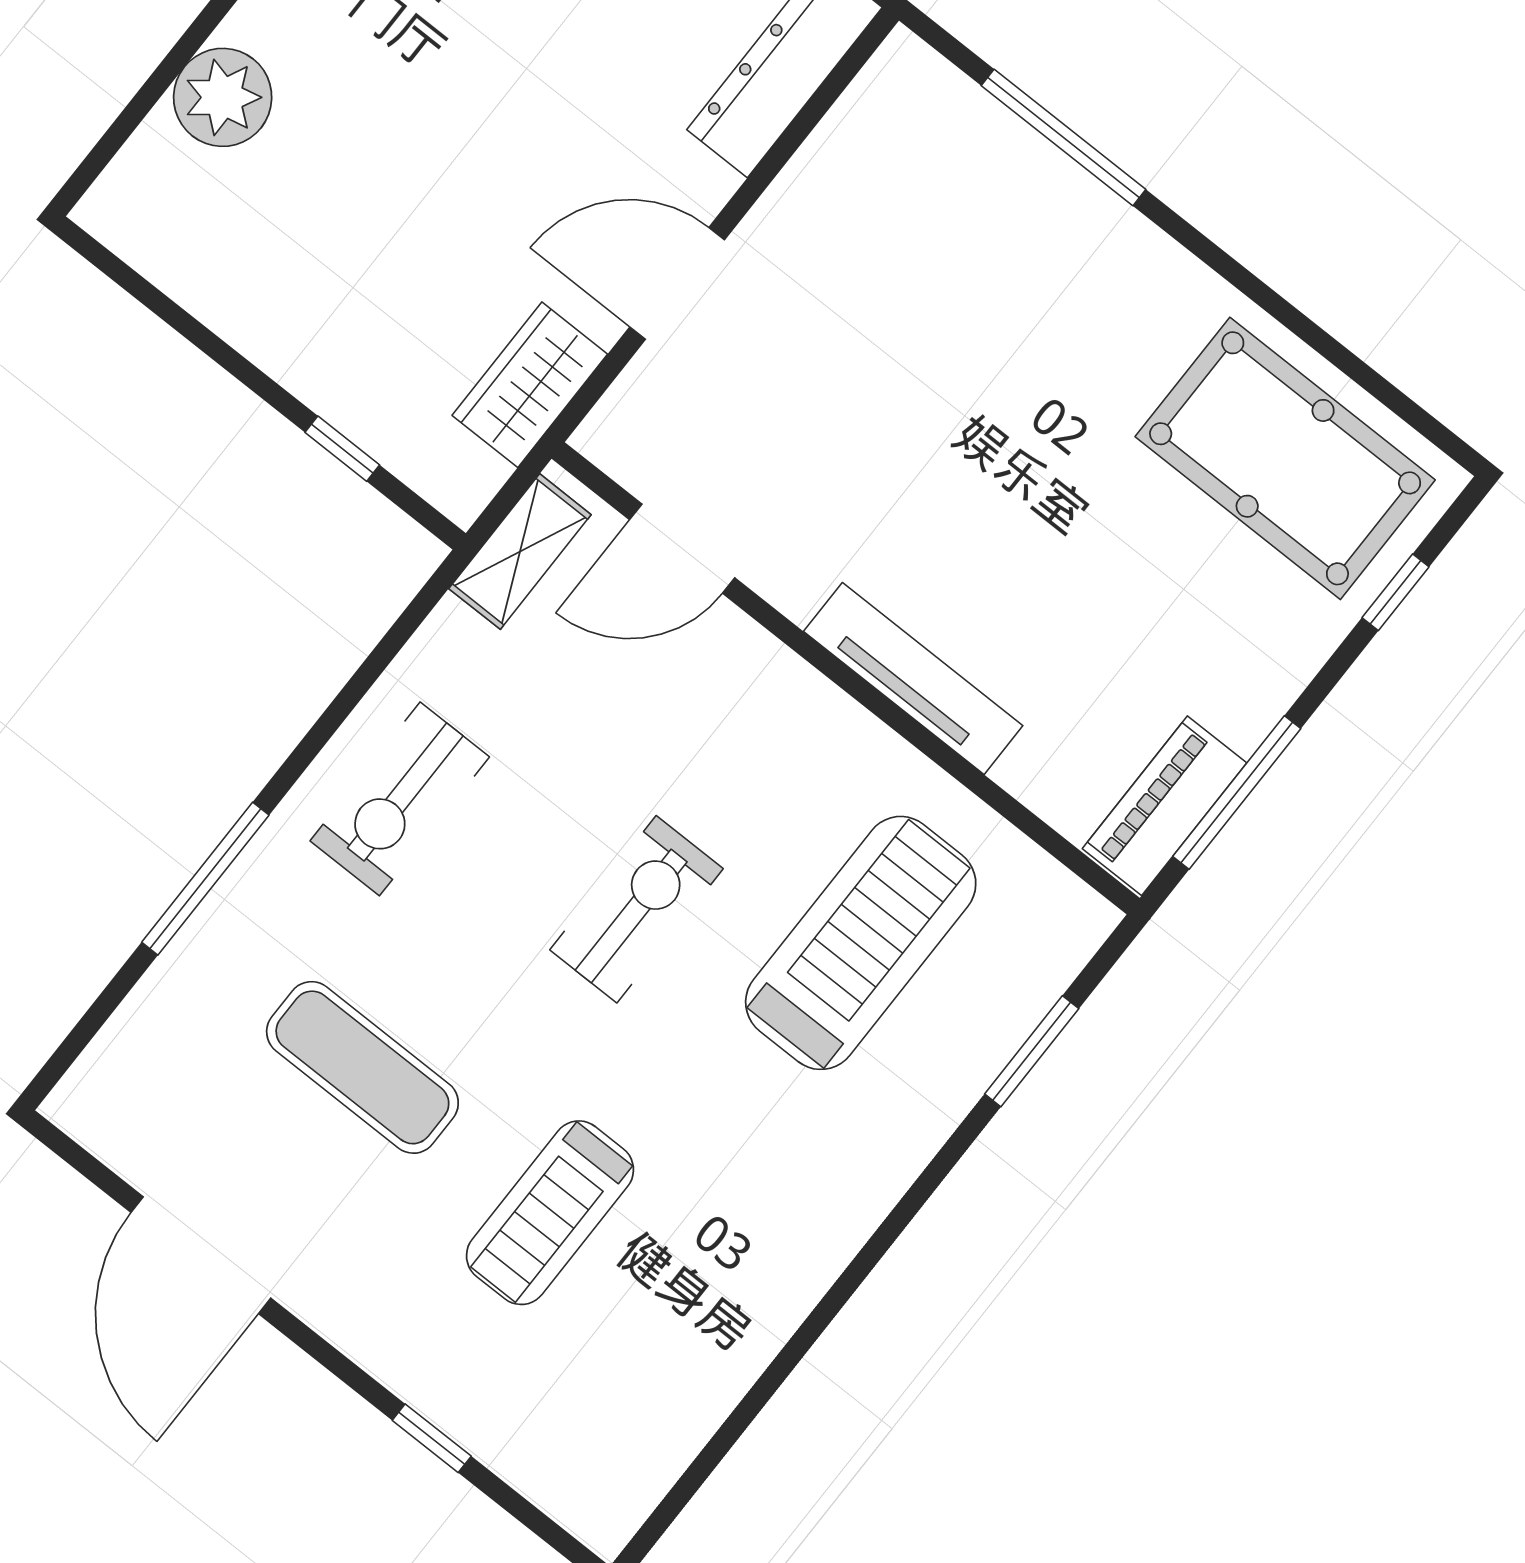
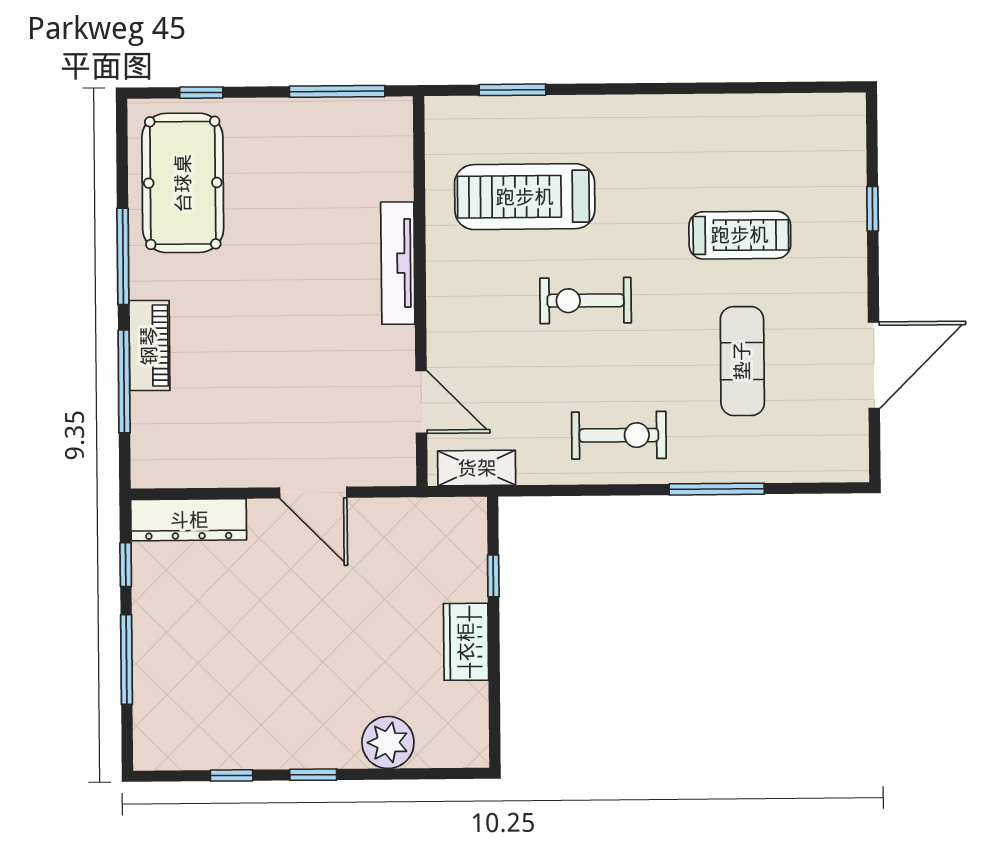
window: (1248, 284) -> (123, 256), added
wardrobe: (530, 385) -> (466, 642), moved, turned 90
piano: (1165, 806) -> (149, 346), moved, turned -90

